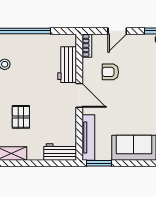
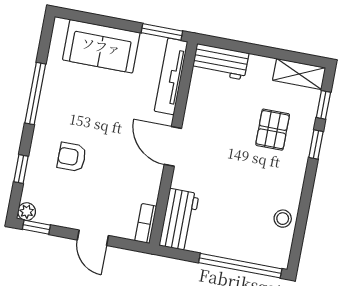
door: (117, 31) -> (93, 238), swing flipped
workbench: (67, 65) -> (179, 220), moved
armchair: (110, 72) -> (72, 157), moved, turned 180

